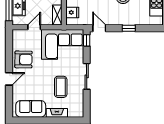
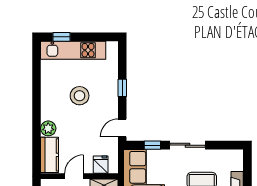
window: (87, 40) -> (152, 145), moved

